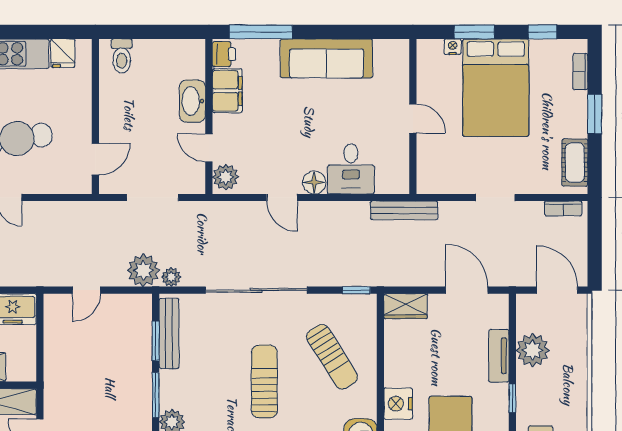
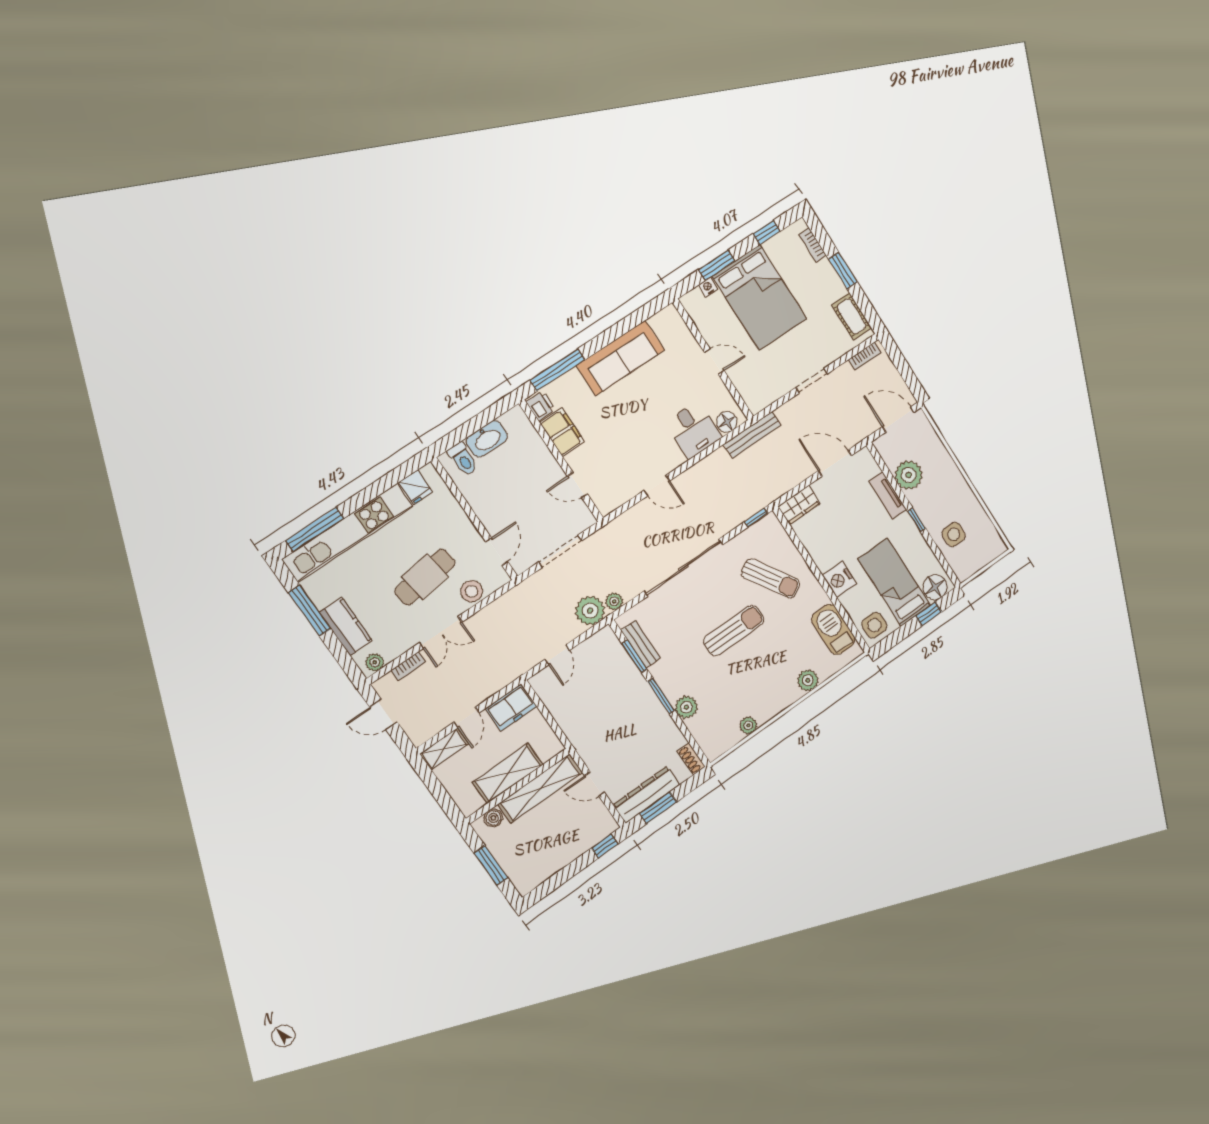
washbasin: (192, 101) -> (487, 439), moved, turned -90
plant: (226, 177) -> (605, 499), removed
stool: (49, 179) -> (471, 591), added
floor lamp: (314, 182) -> (727, 422), moved
bench: (169, 333) -> (641, 644), width x0.73
sun lounger: (264, 381) -> (734, 631), turned 90

